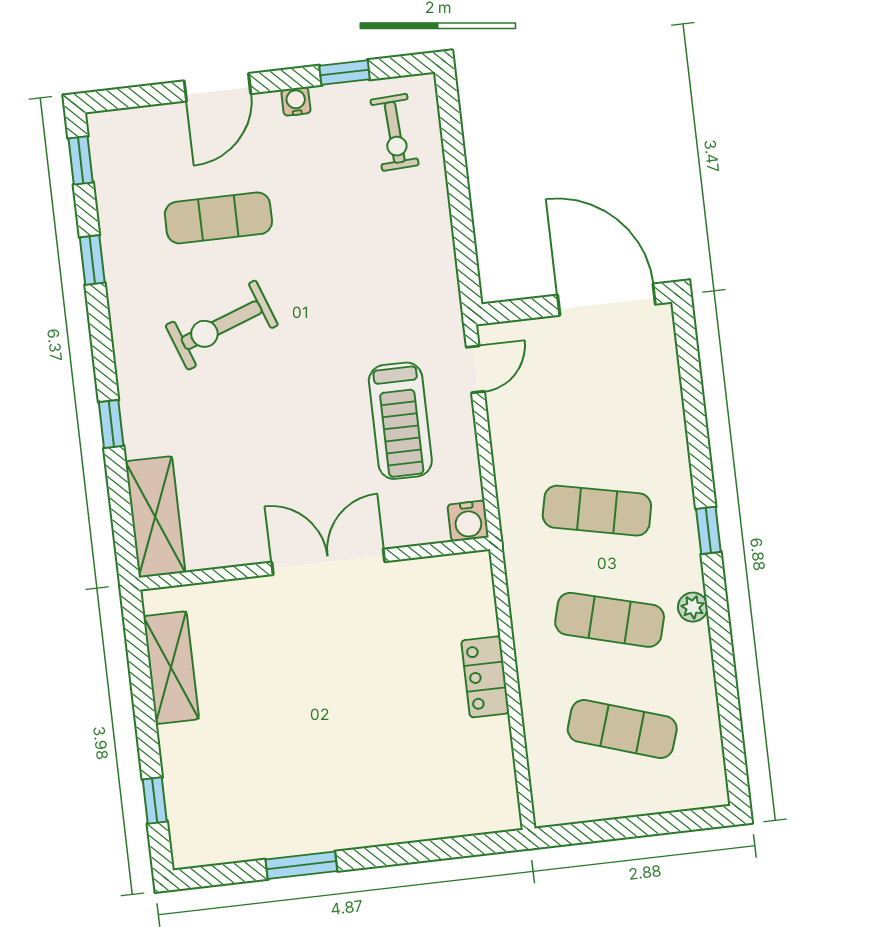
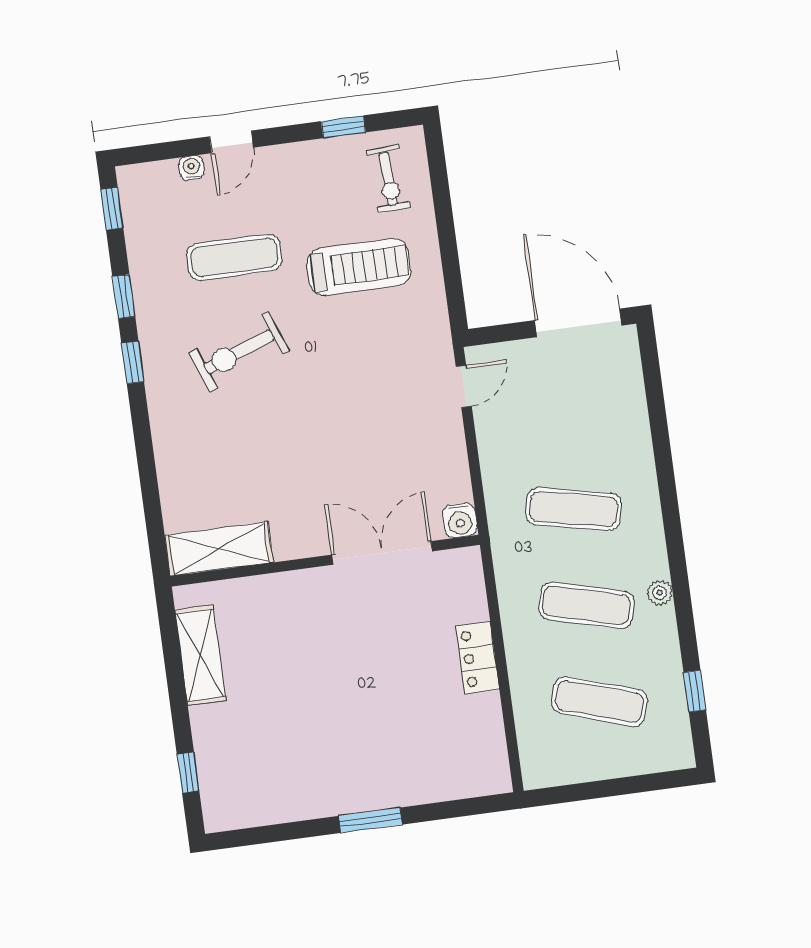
door: (217, 87) -> (231, 142), width x0.73
water cooler: (296, 101) -> (191, 168), moved
treadmill: (400, 421) -> (359, 267), moved, turned -90
window: (111, 424) -> (133, 362), moved
shelving: (155, 517) -> (219, 549), moved, turned 90
window: (708, 530) -> (695, 691), moved
double door: (328, 562) -> (382, 553), moved
window: (301, 865) -> (370, 820), moved

